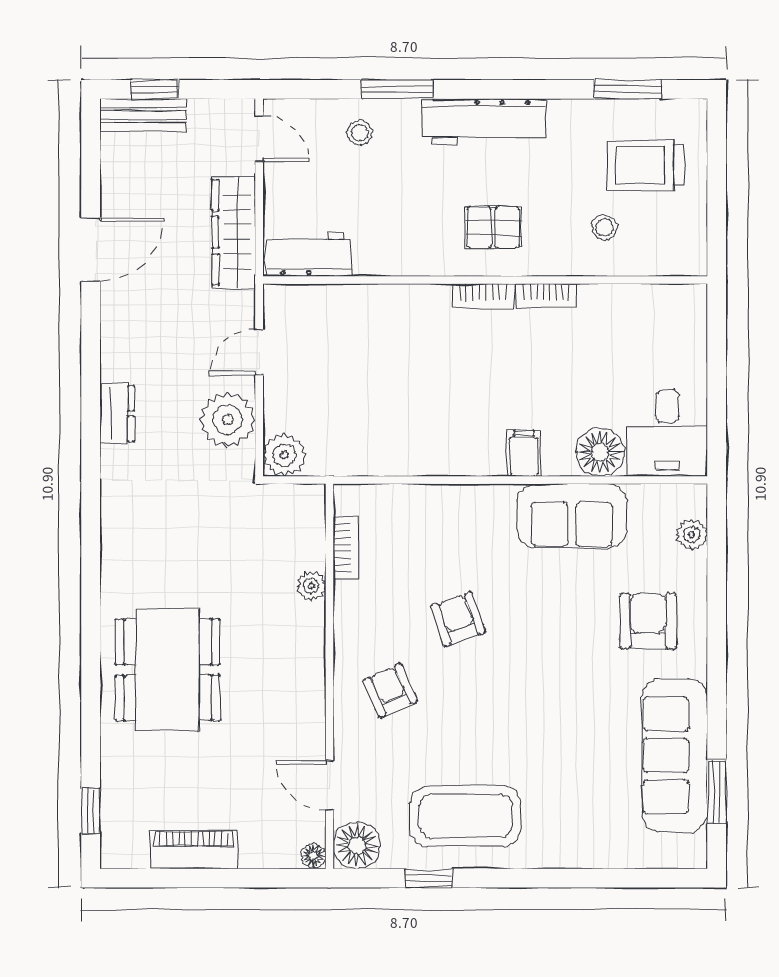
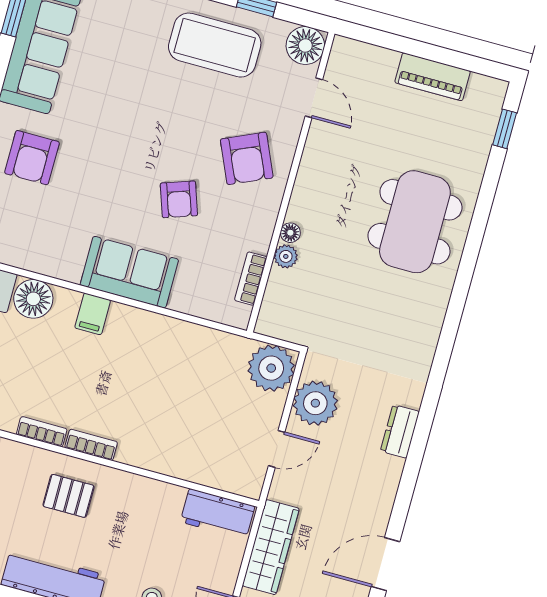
plant: (284, 455) -> (271, 368), width x1.36, depth x1.36
sofa: (572, 516) -> (129, 272), moved
armchair: (390, 691) -> (247, 158), width x1.38, depth x1.38
floor lamp: (314, 856) -> (290, 233), moved

